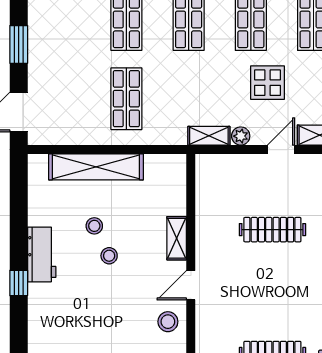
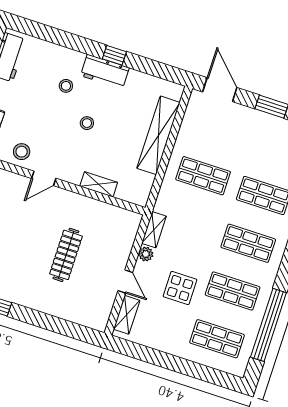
stool: (94, 226) -> (66, 86), moved
shelving: (177, 238) -> (99, 184), moved
window: (19, 283) -> (114, 55), moved
door: (191, 285) -> (44, 178), swing flipped

